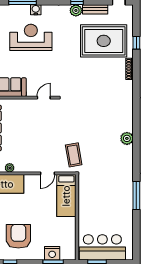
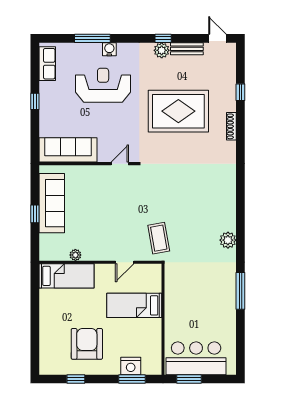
rug: (104, 41) -> (178, 111), moved
plant: (127, 138) -> (228, 240), moved
bed: (66, 196) -> (134, 305), moved, turned 90

